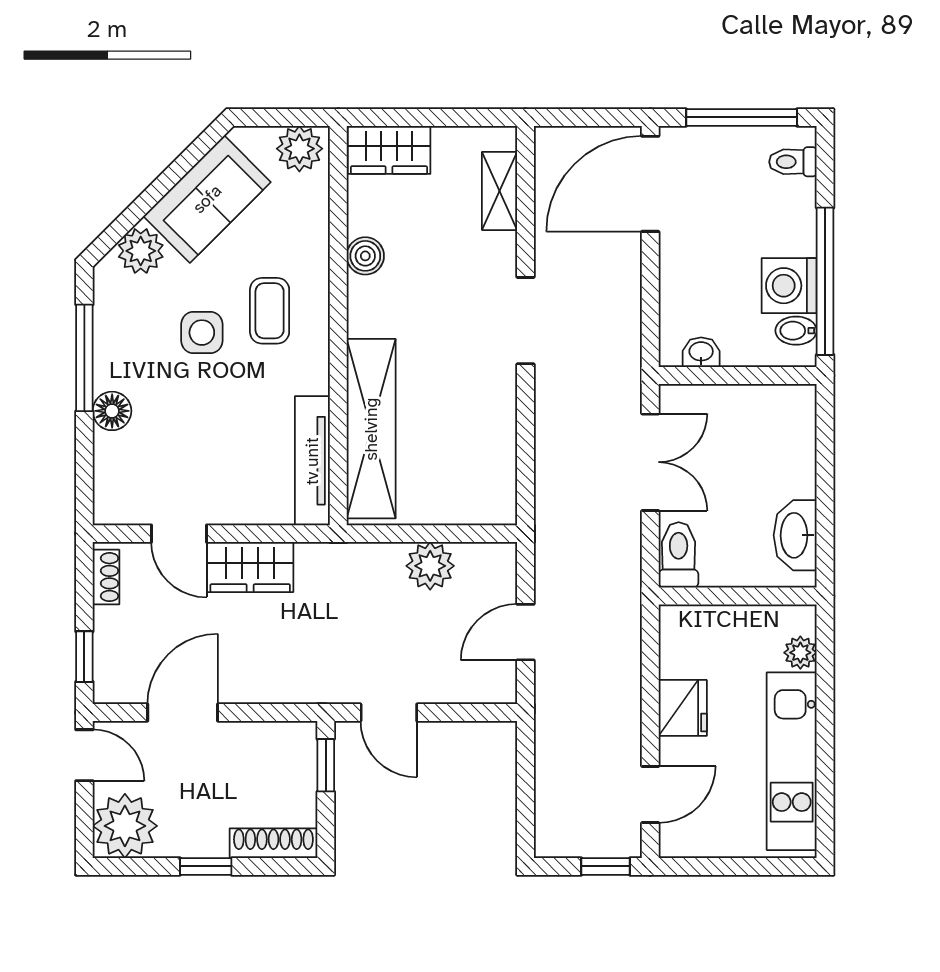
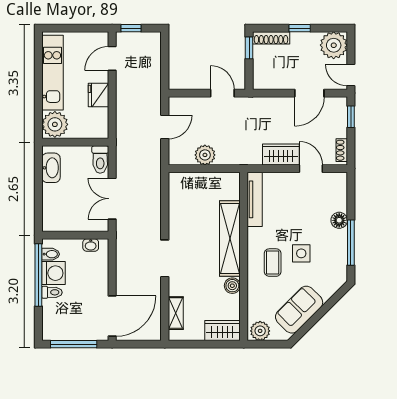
toilet: (793, 162) -> (52, 292), moved
plant: (141, 251) -> (327, 288), removed
shelving: (371, 429) -> (230, 238), moved
plant: (800, 653) -> (55, 124), width x1.88, depth x1.88
window: (326, 765) -> (249, 48), moved

